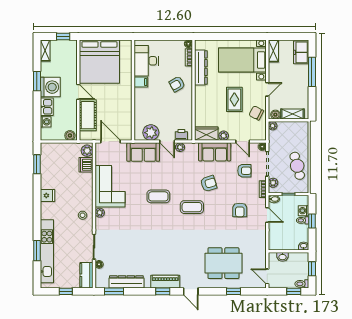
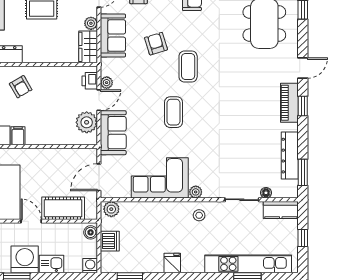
door: (78, 92) -> (31, 221), hinge flipped
washing machine: (46, 122) -> (90, 266), moved
dishwasher: (86, 165) -> (110, 241), moved, turned -90

